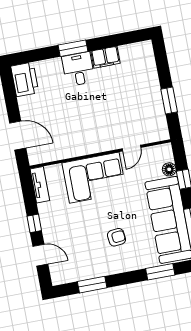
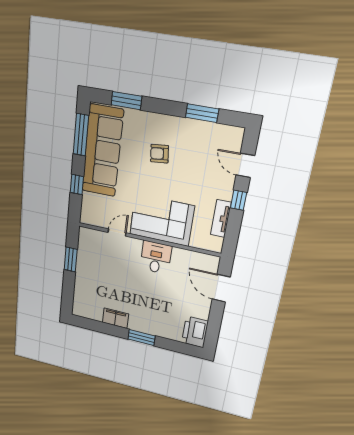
desk: (78, 69) -> (156, 257), moved, turned 180
floor lamp: (169, 169) -> (88, 199), removed
tv unit: (40, 185) -> (221, 218), moved

